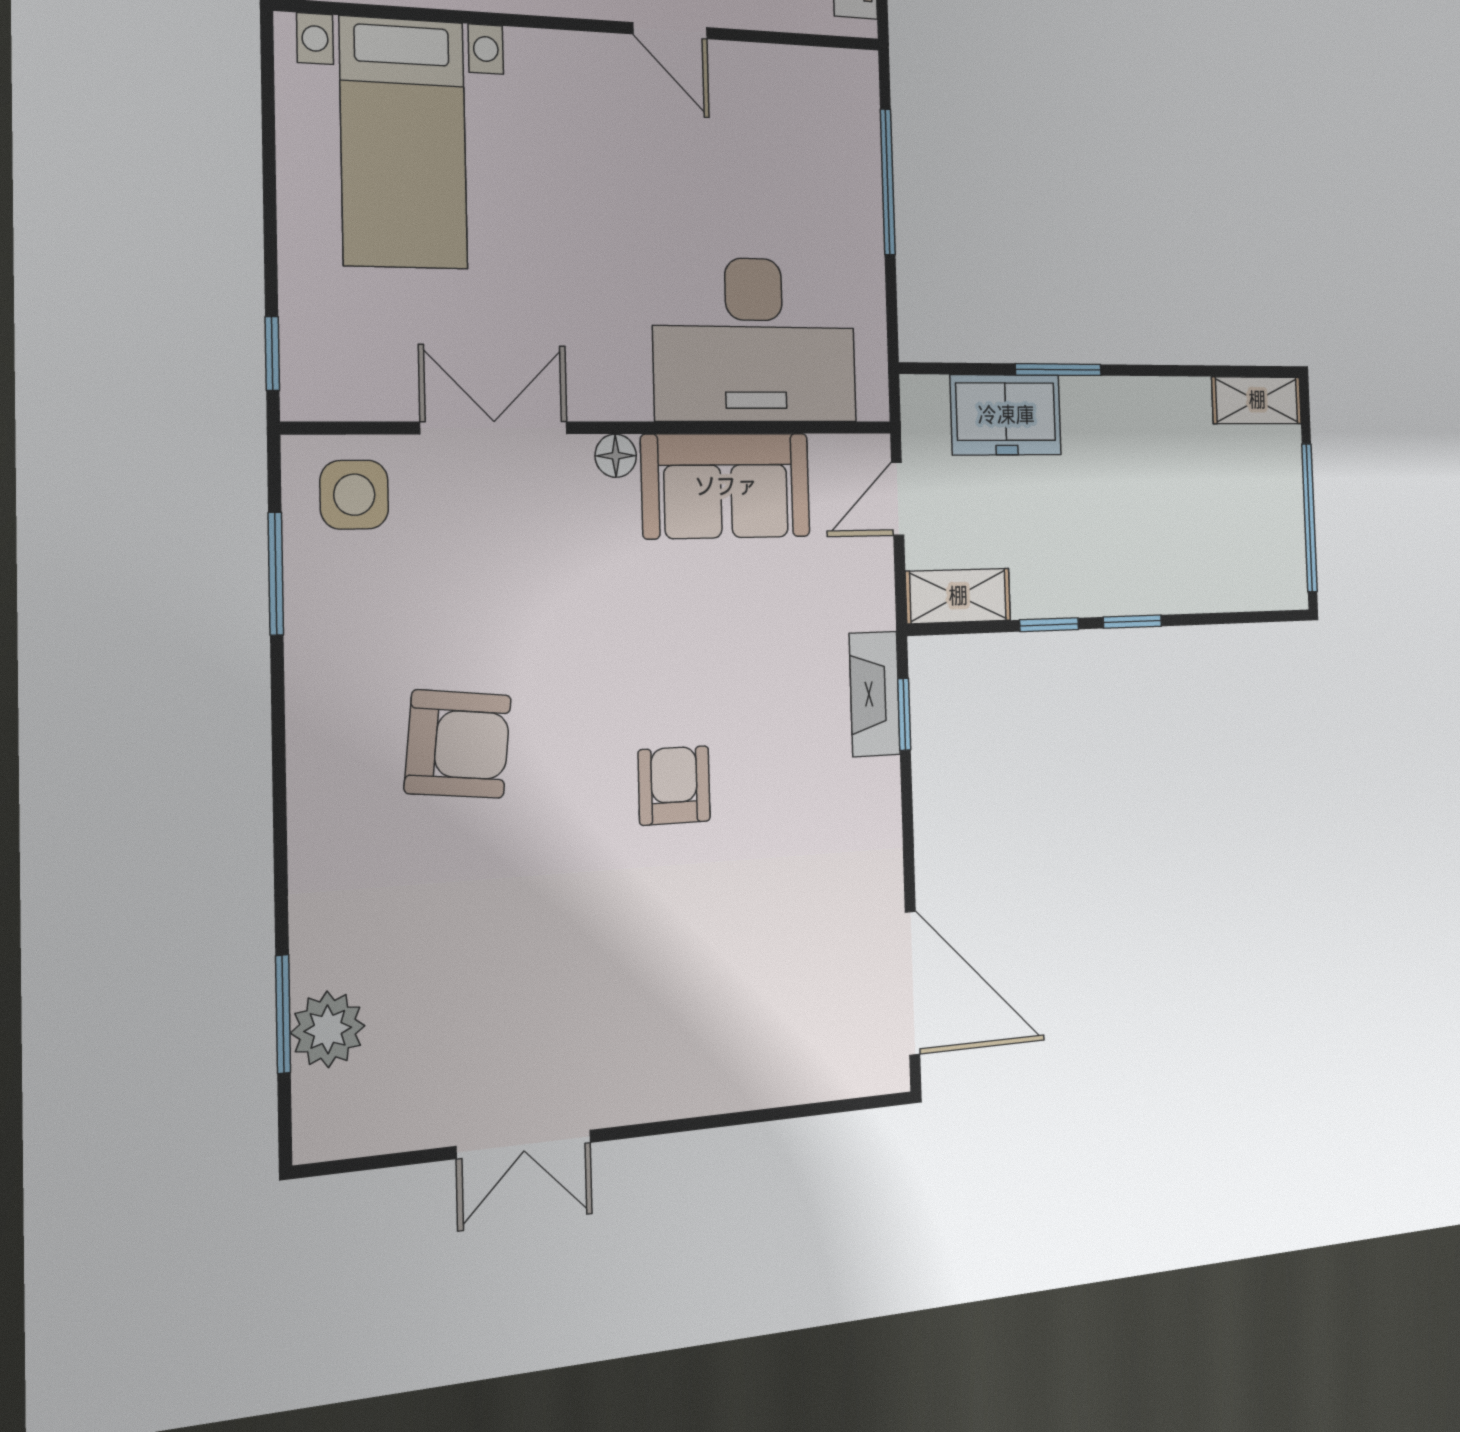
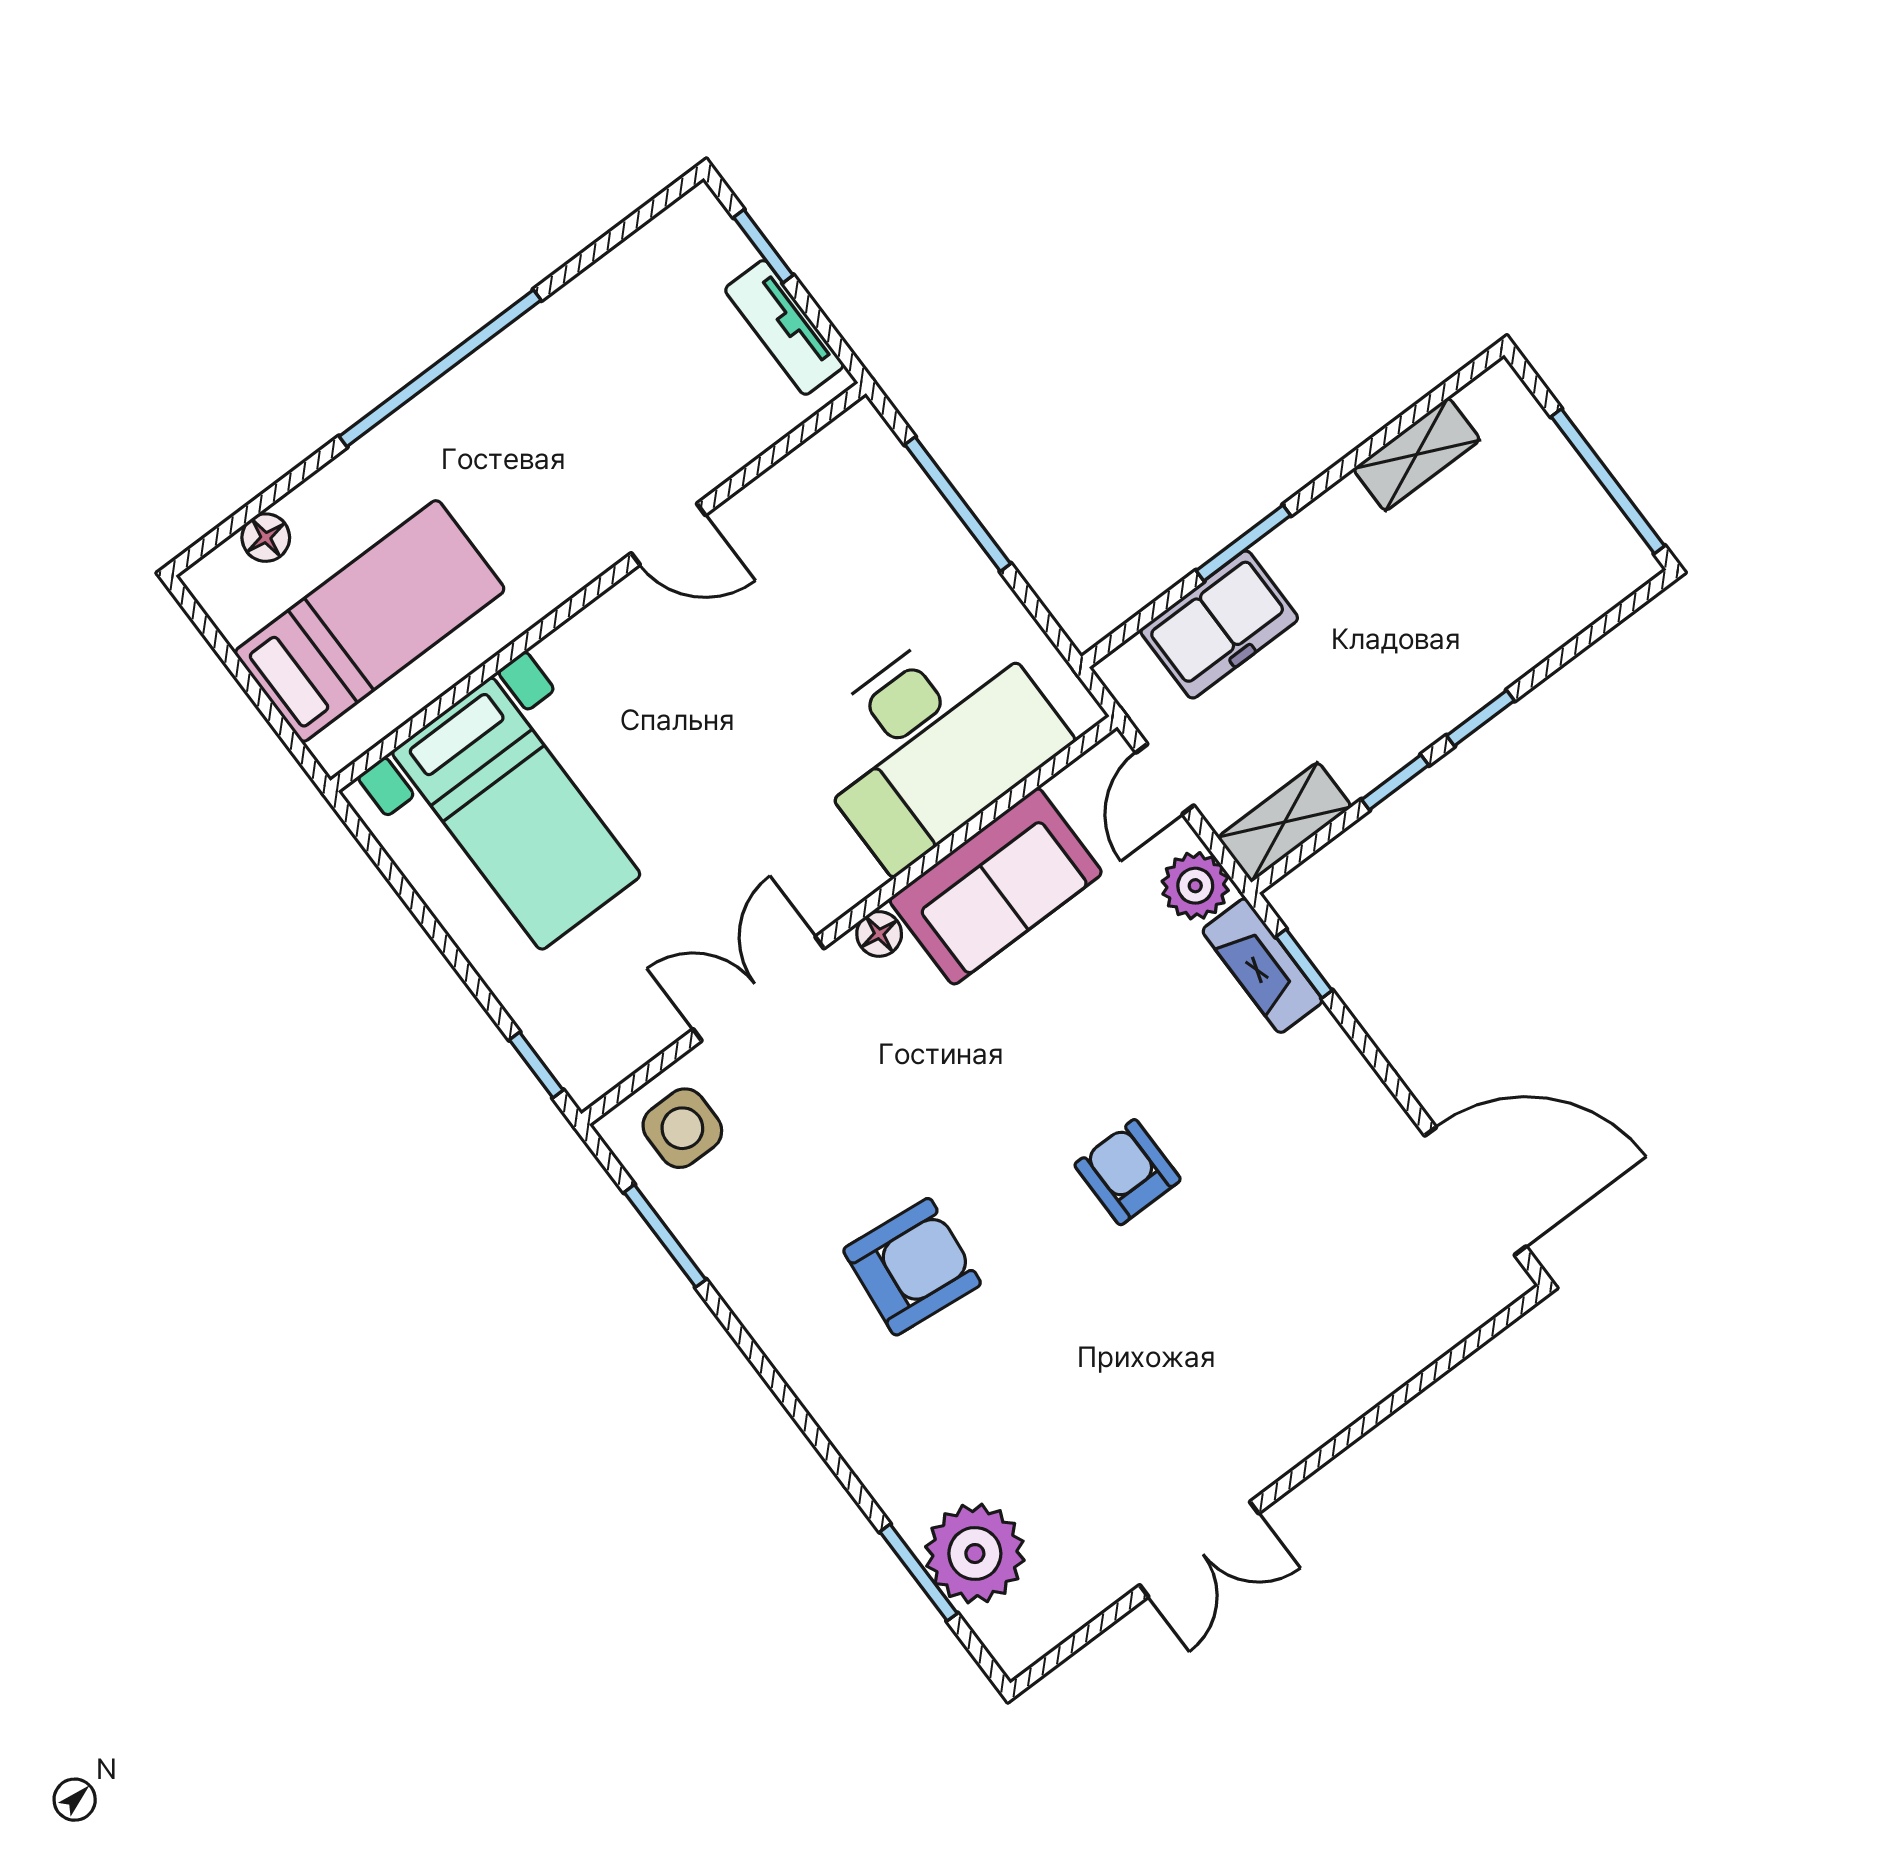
shelving: (1257, 400) -> (1417, 454), moved
plant: (867, 596) -> (1195, 886), added
plant: (328, 1029) -> (975, 1554), width x1.36, depth x1.36

